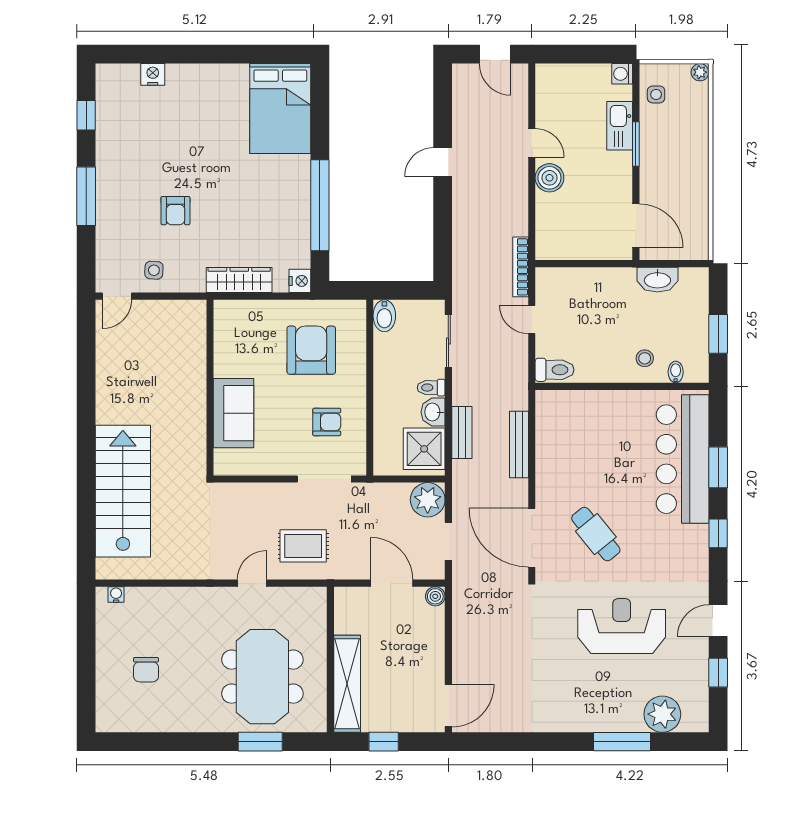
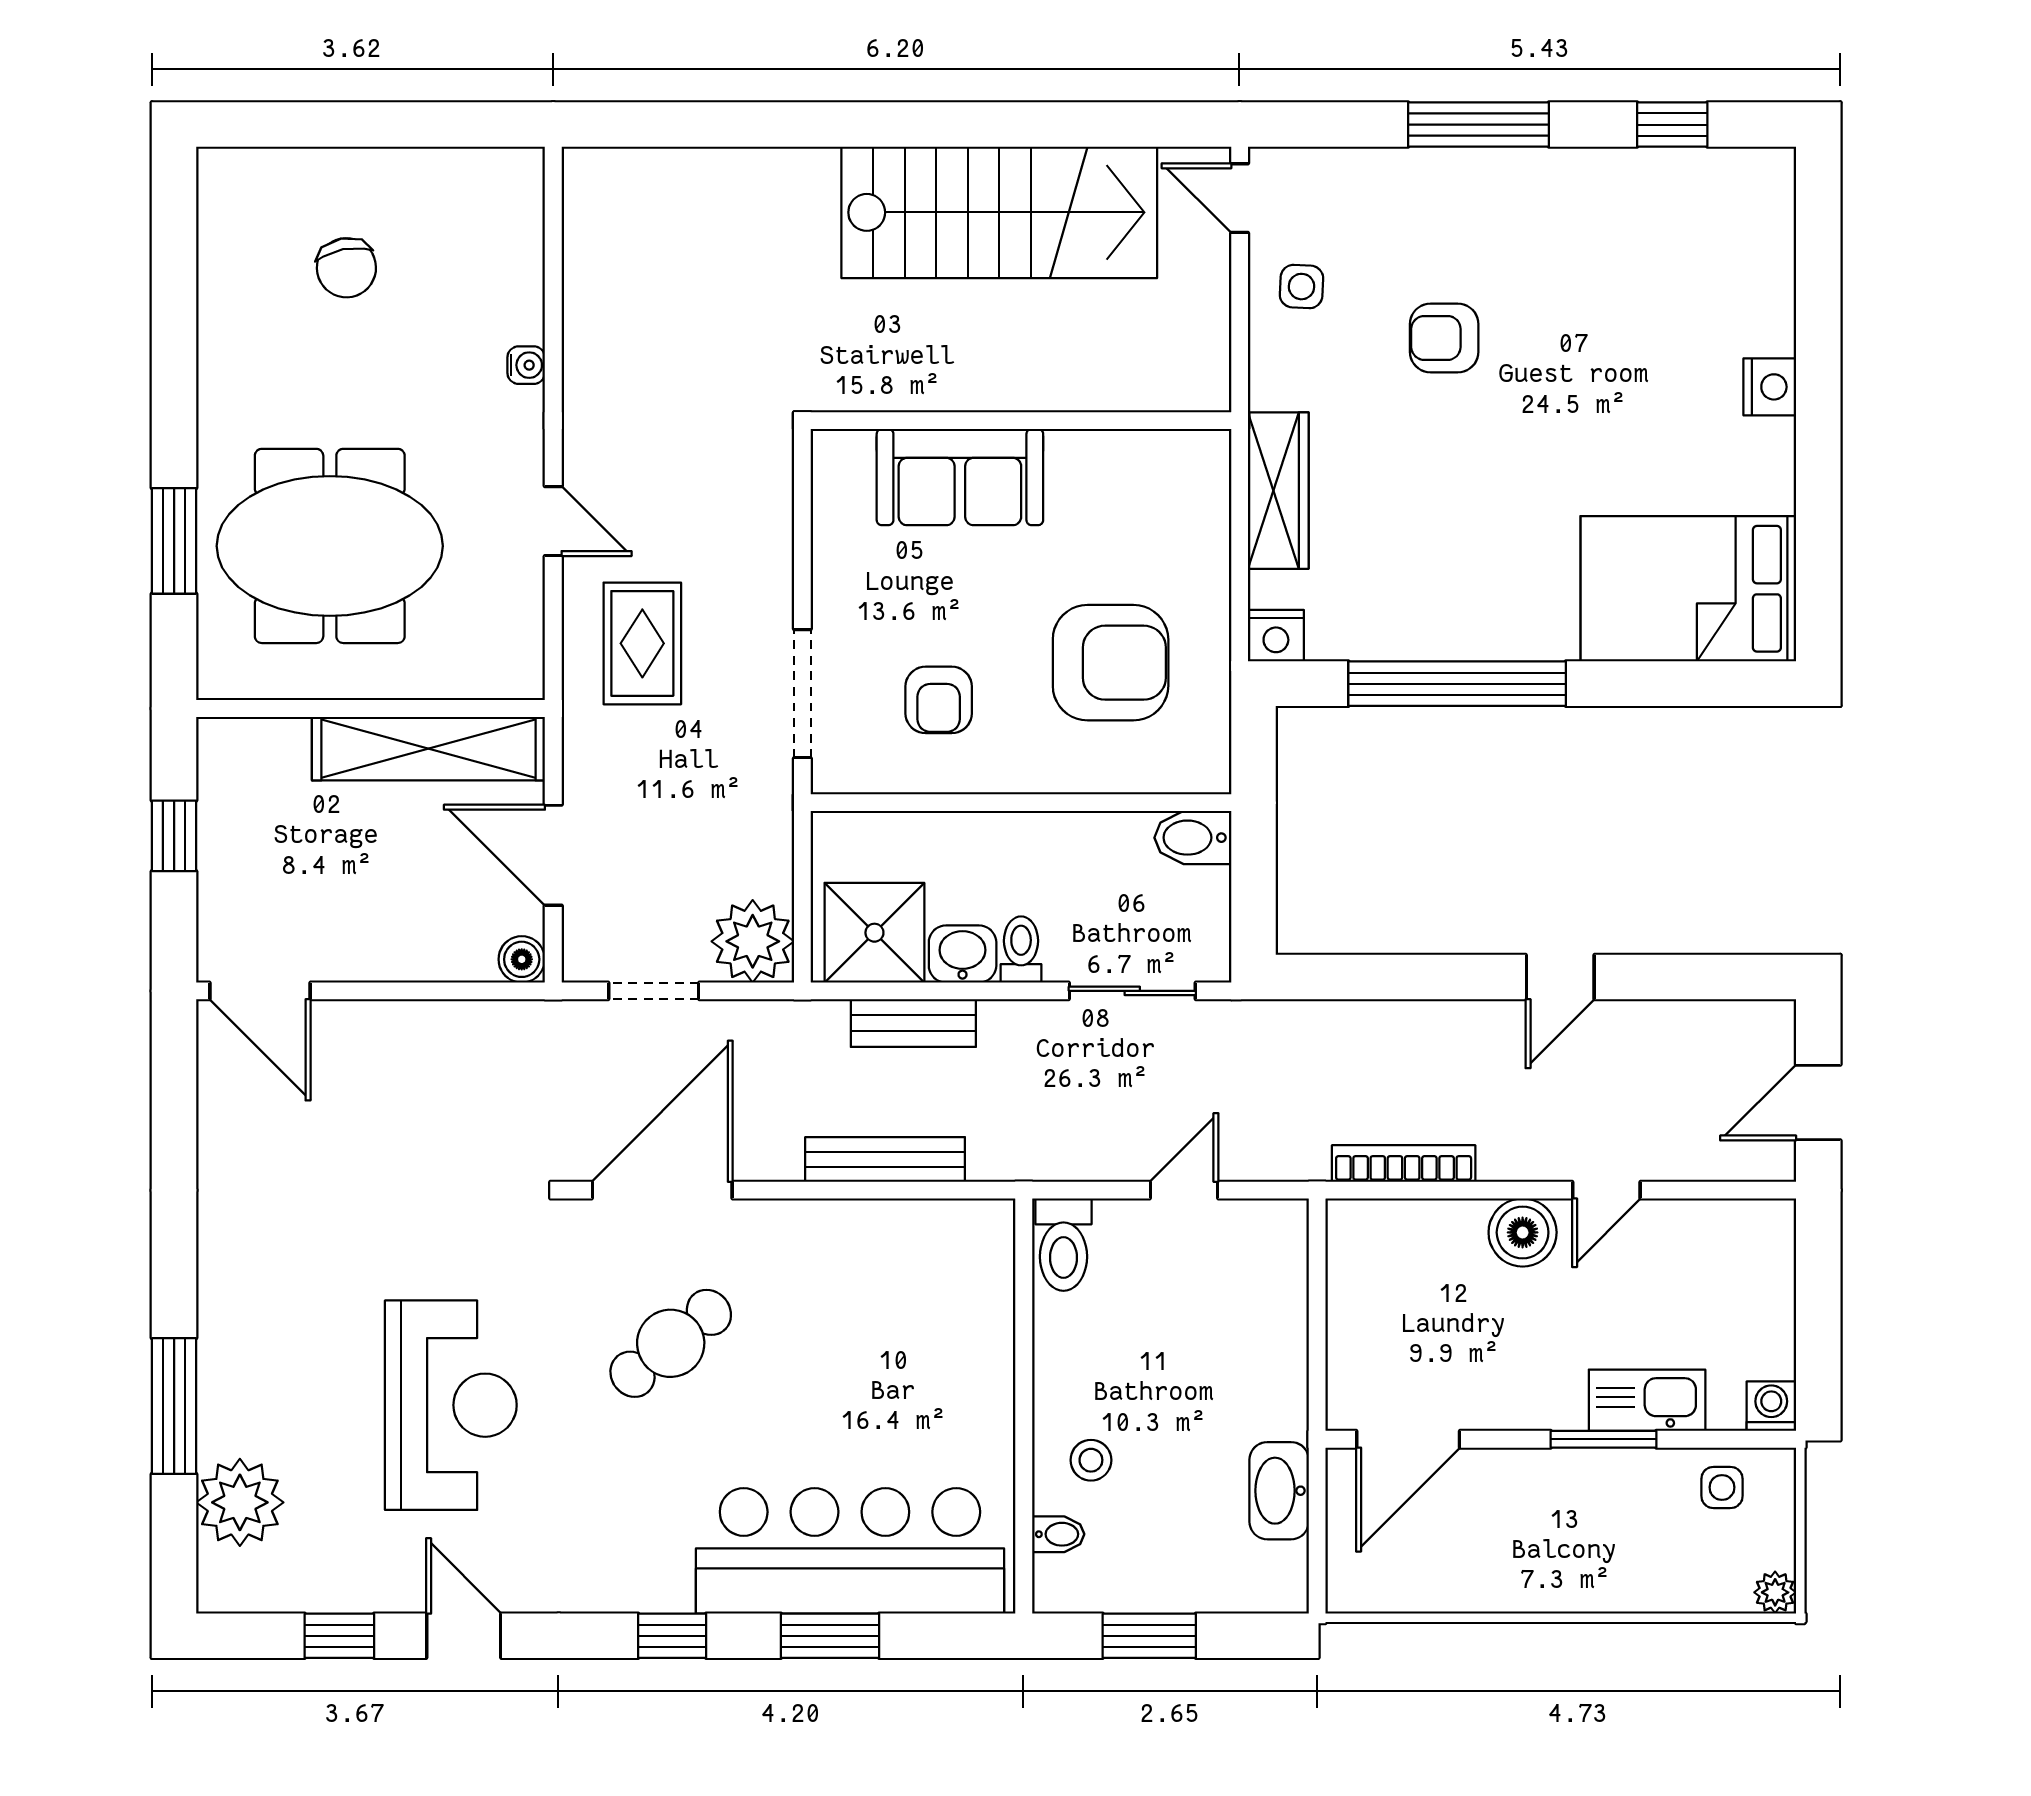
nightstand: (153, 74) -> (1770, 387), moved
door: (443, 162) -> (1560, 977), swing flipped
bookcase: (521, 267) -> (1404, 1163), moved
stairs: (123, 491) -> (999, 212), moved
door: (392, 583) -> (553, 855), swing flipped
water cooler: (116, 594) -> (526, 365), moved
chair: (146, 670) -> (346, 268), turned -101
shelving: (347, 684) -> (428, 749), moved

